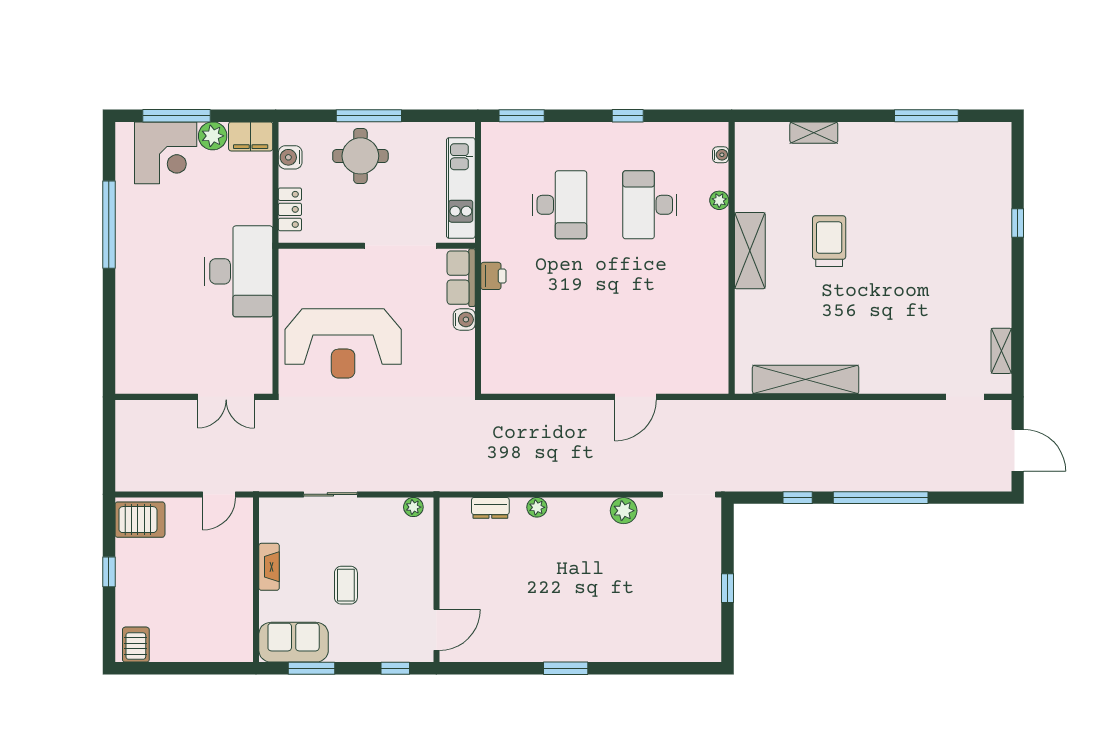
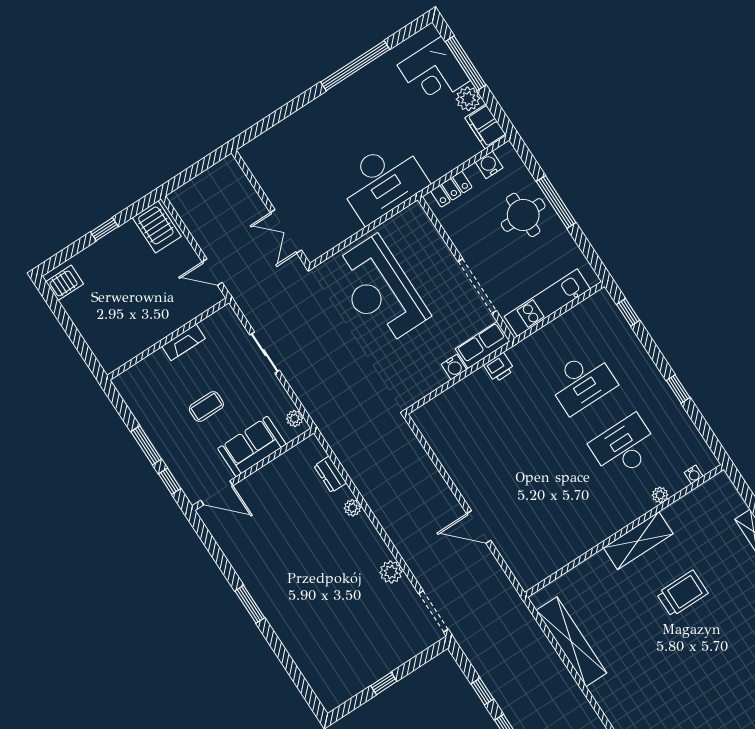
window: (522, 116) -> (628, 312), width x0.67
sofa: (294, 642) -> (252, 447), moved, turned -90
window: (312, 668) -> (146, 445), moved

